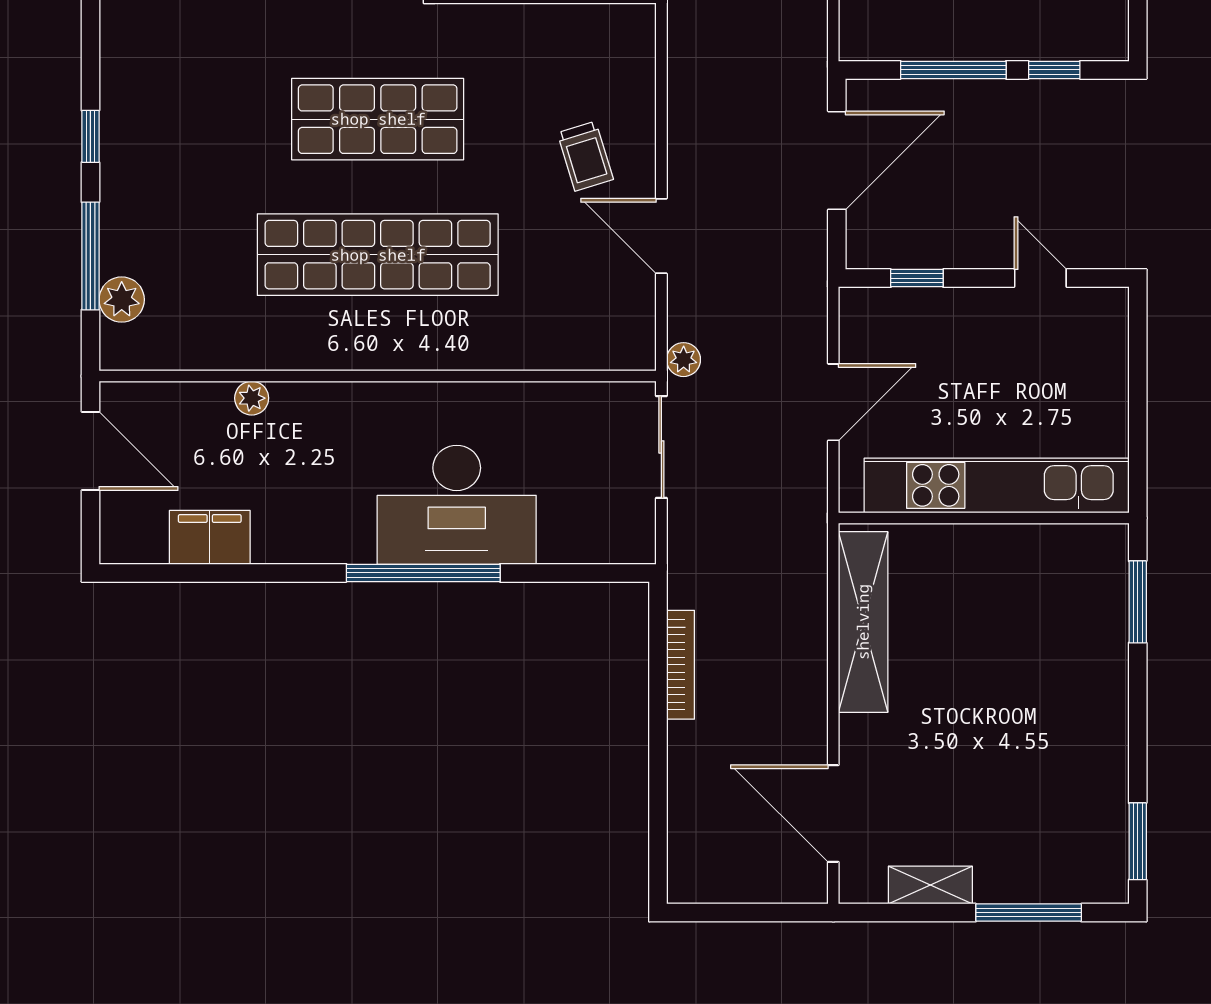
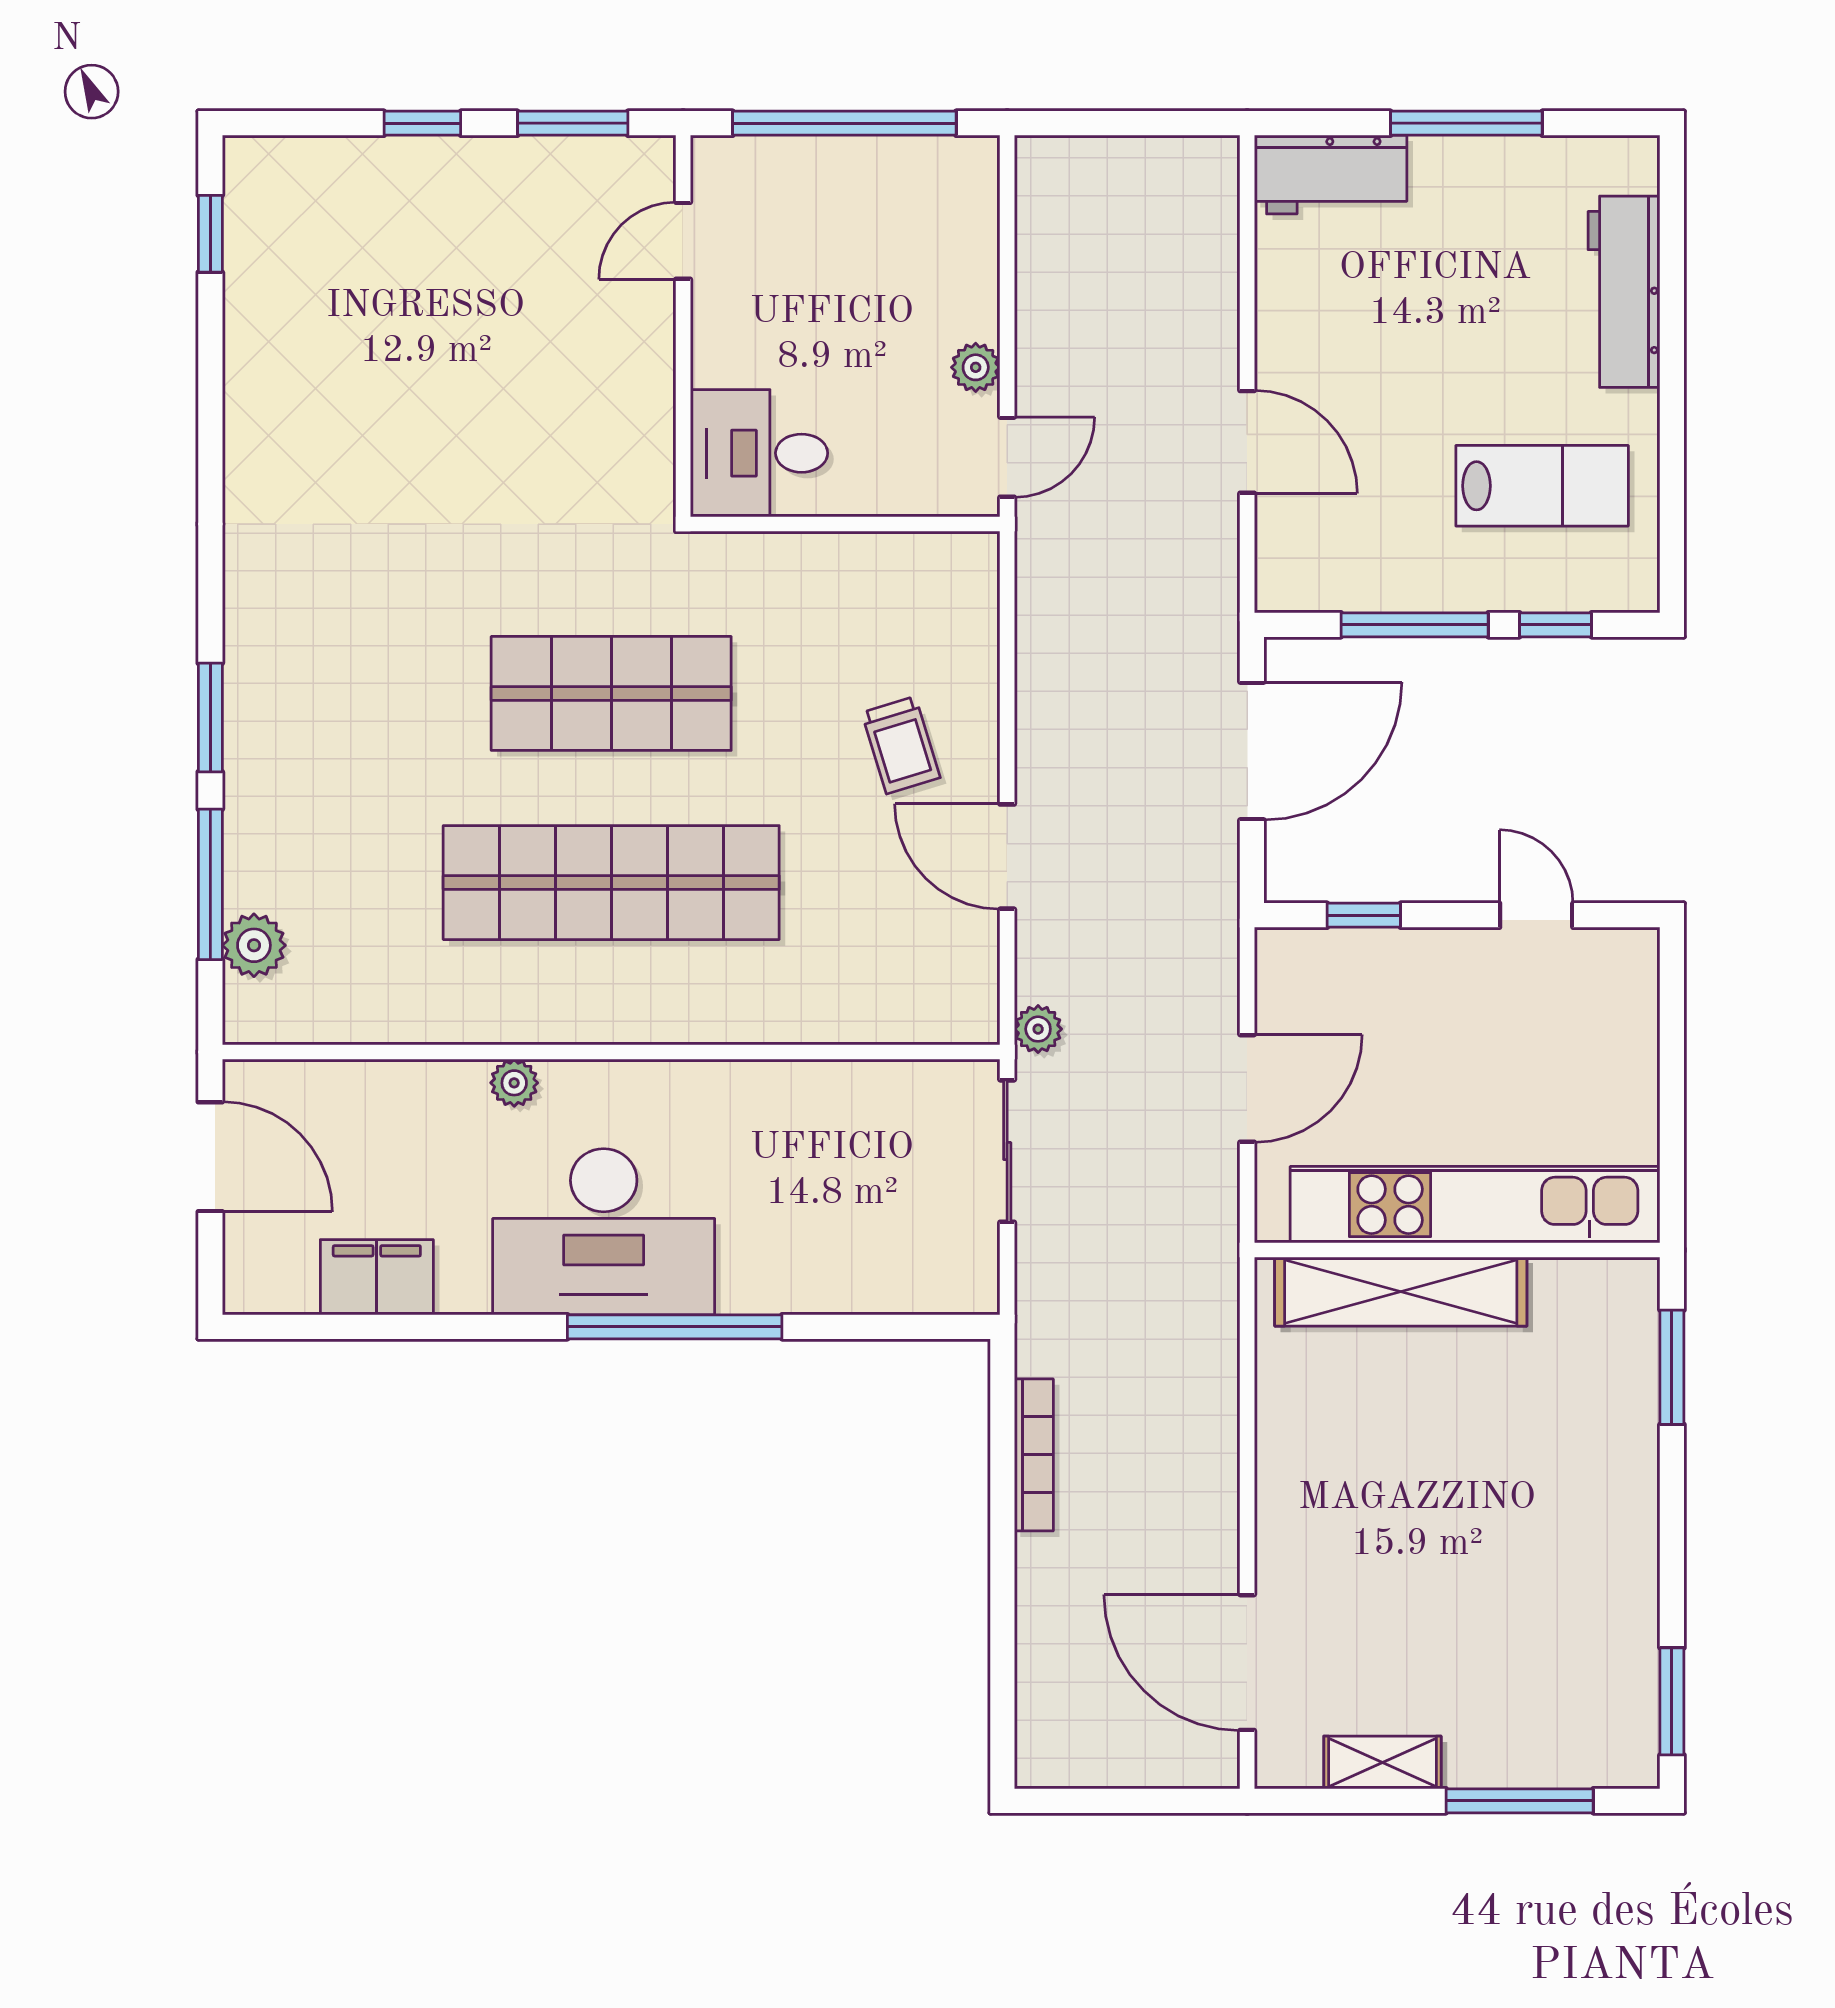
window: (90, 136) -> (210, 718), width x1.50
plant: (252, 398) -> (514, 1083), moved
desk: (457, 505) -> (604, 1232), moved
shelving: (863, 622) -> (1401, 1292), moved, turned 90

